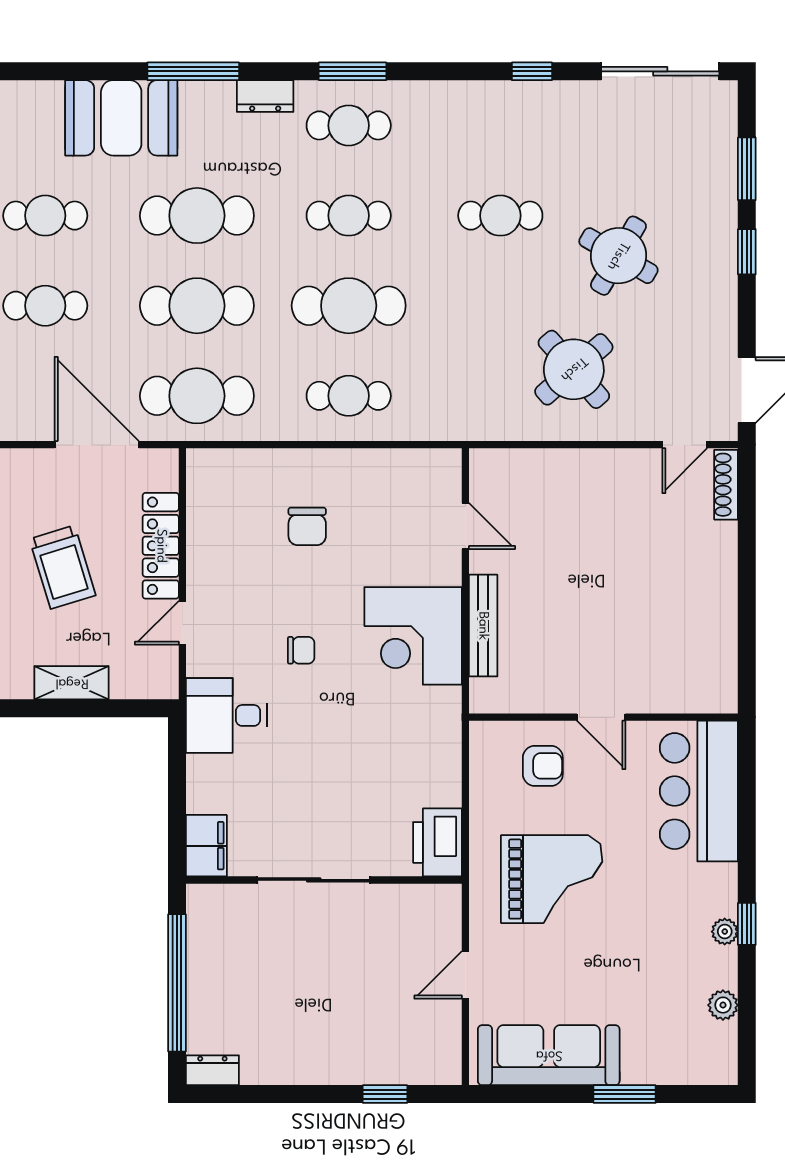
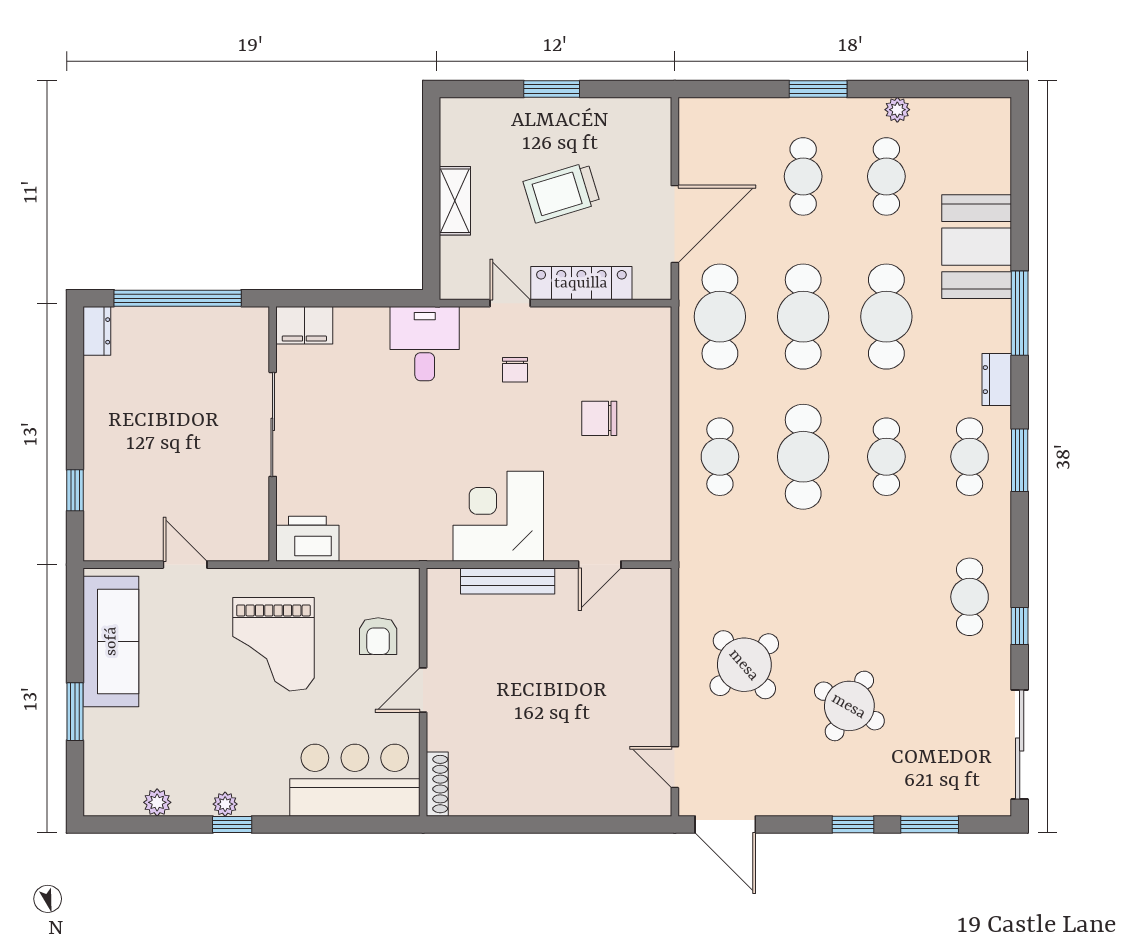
cafe table: (500, 216) -> (970, 597), moved
shoe rack: (726, 485) -> (437, 784), moved, turned 90
chair: (301, 650) -> (515, 370), moved

